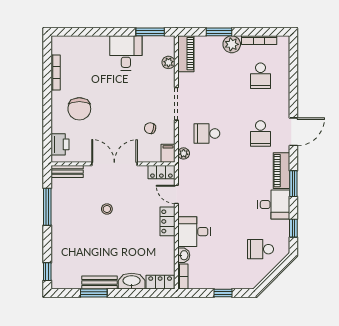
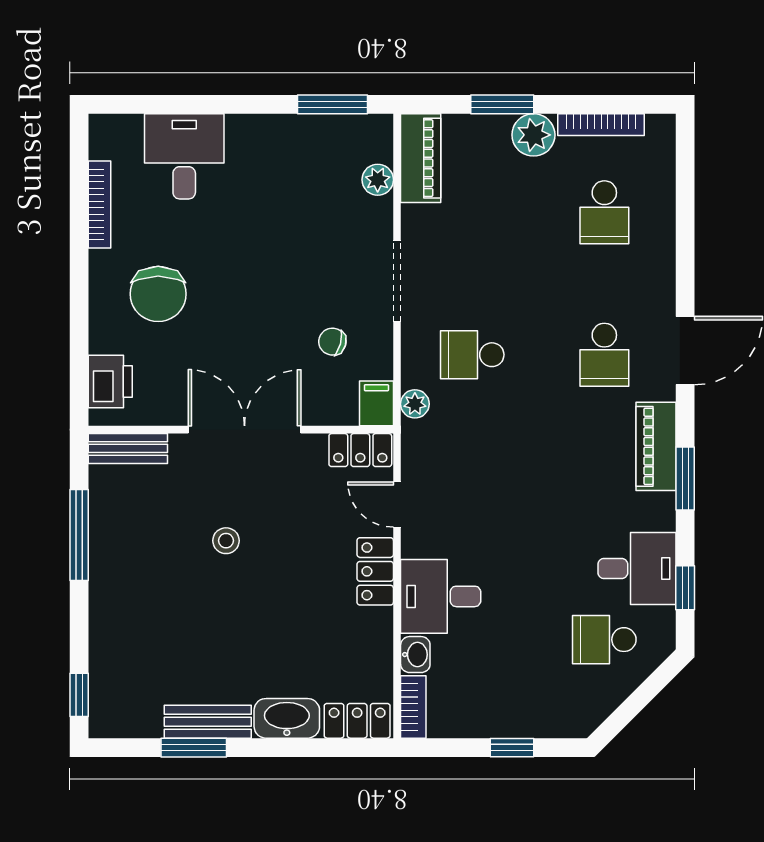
desk: (126, 53) -> (184, 156), moved
desk: (274, 205) -> (637, 569), moved

